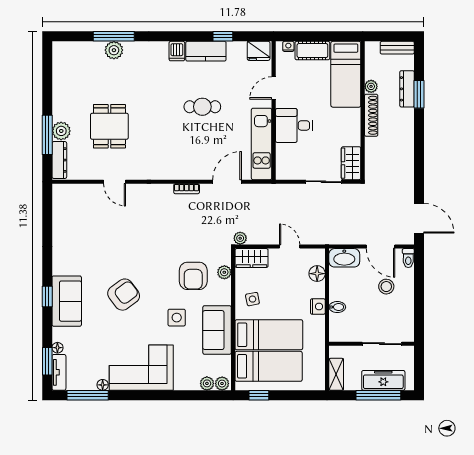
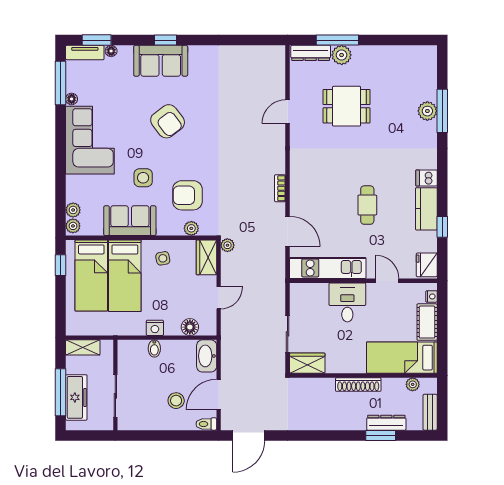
plant: (371, 86) -> (413, 384), moved

